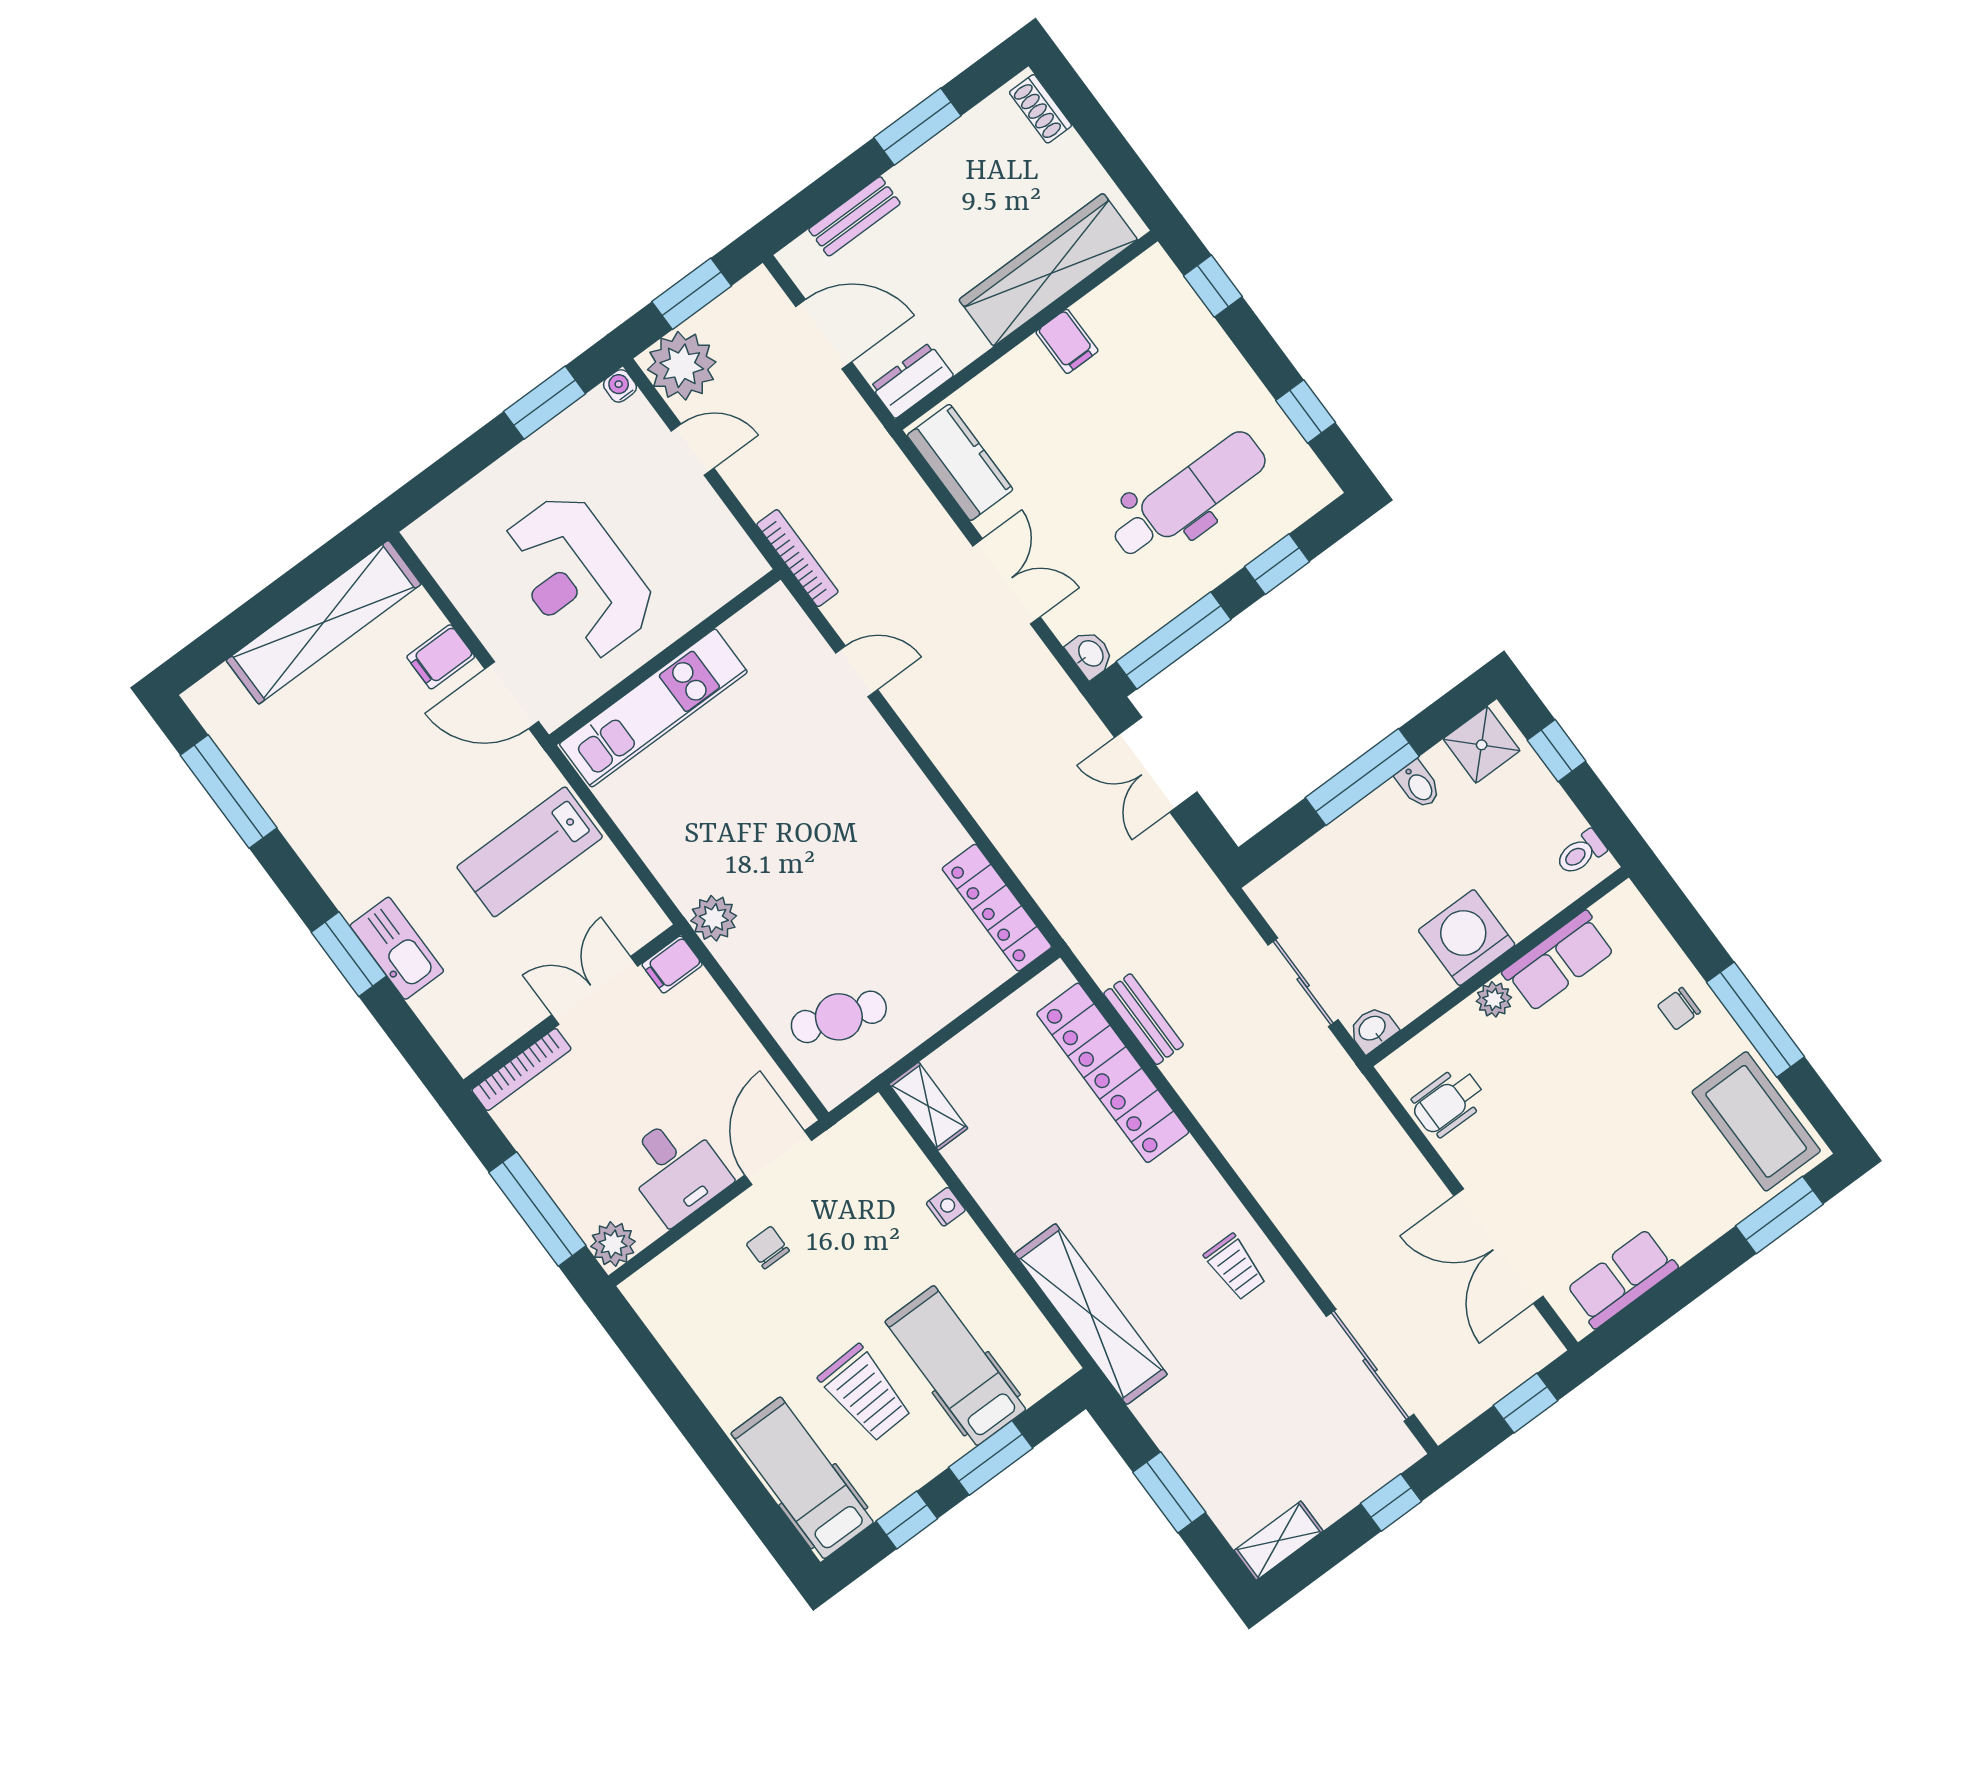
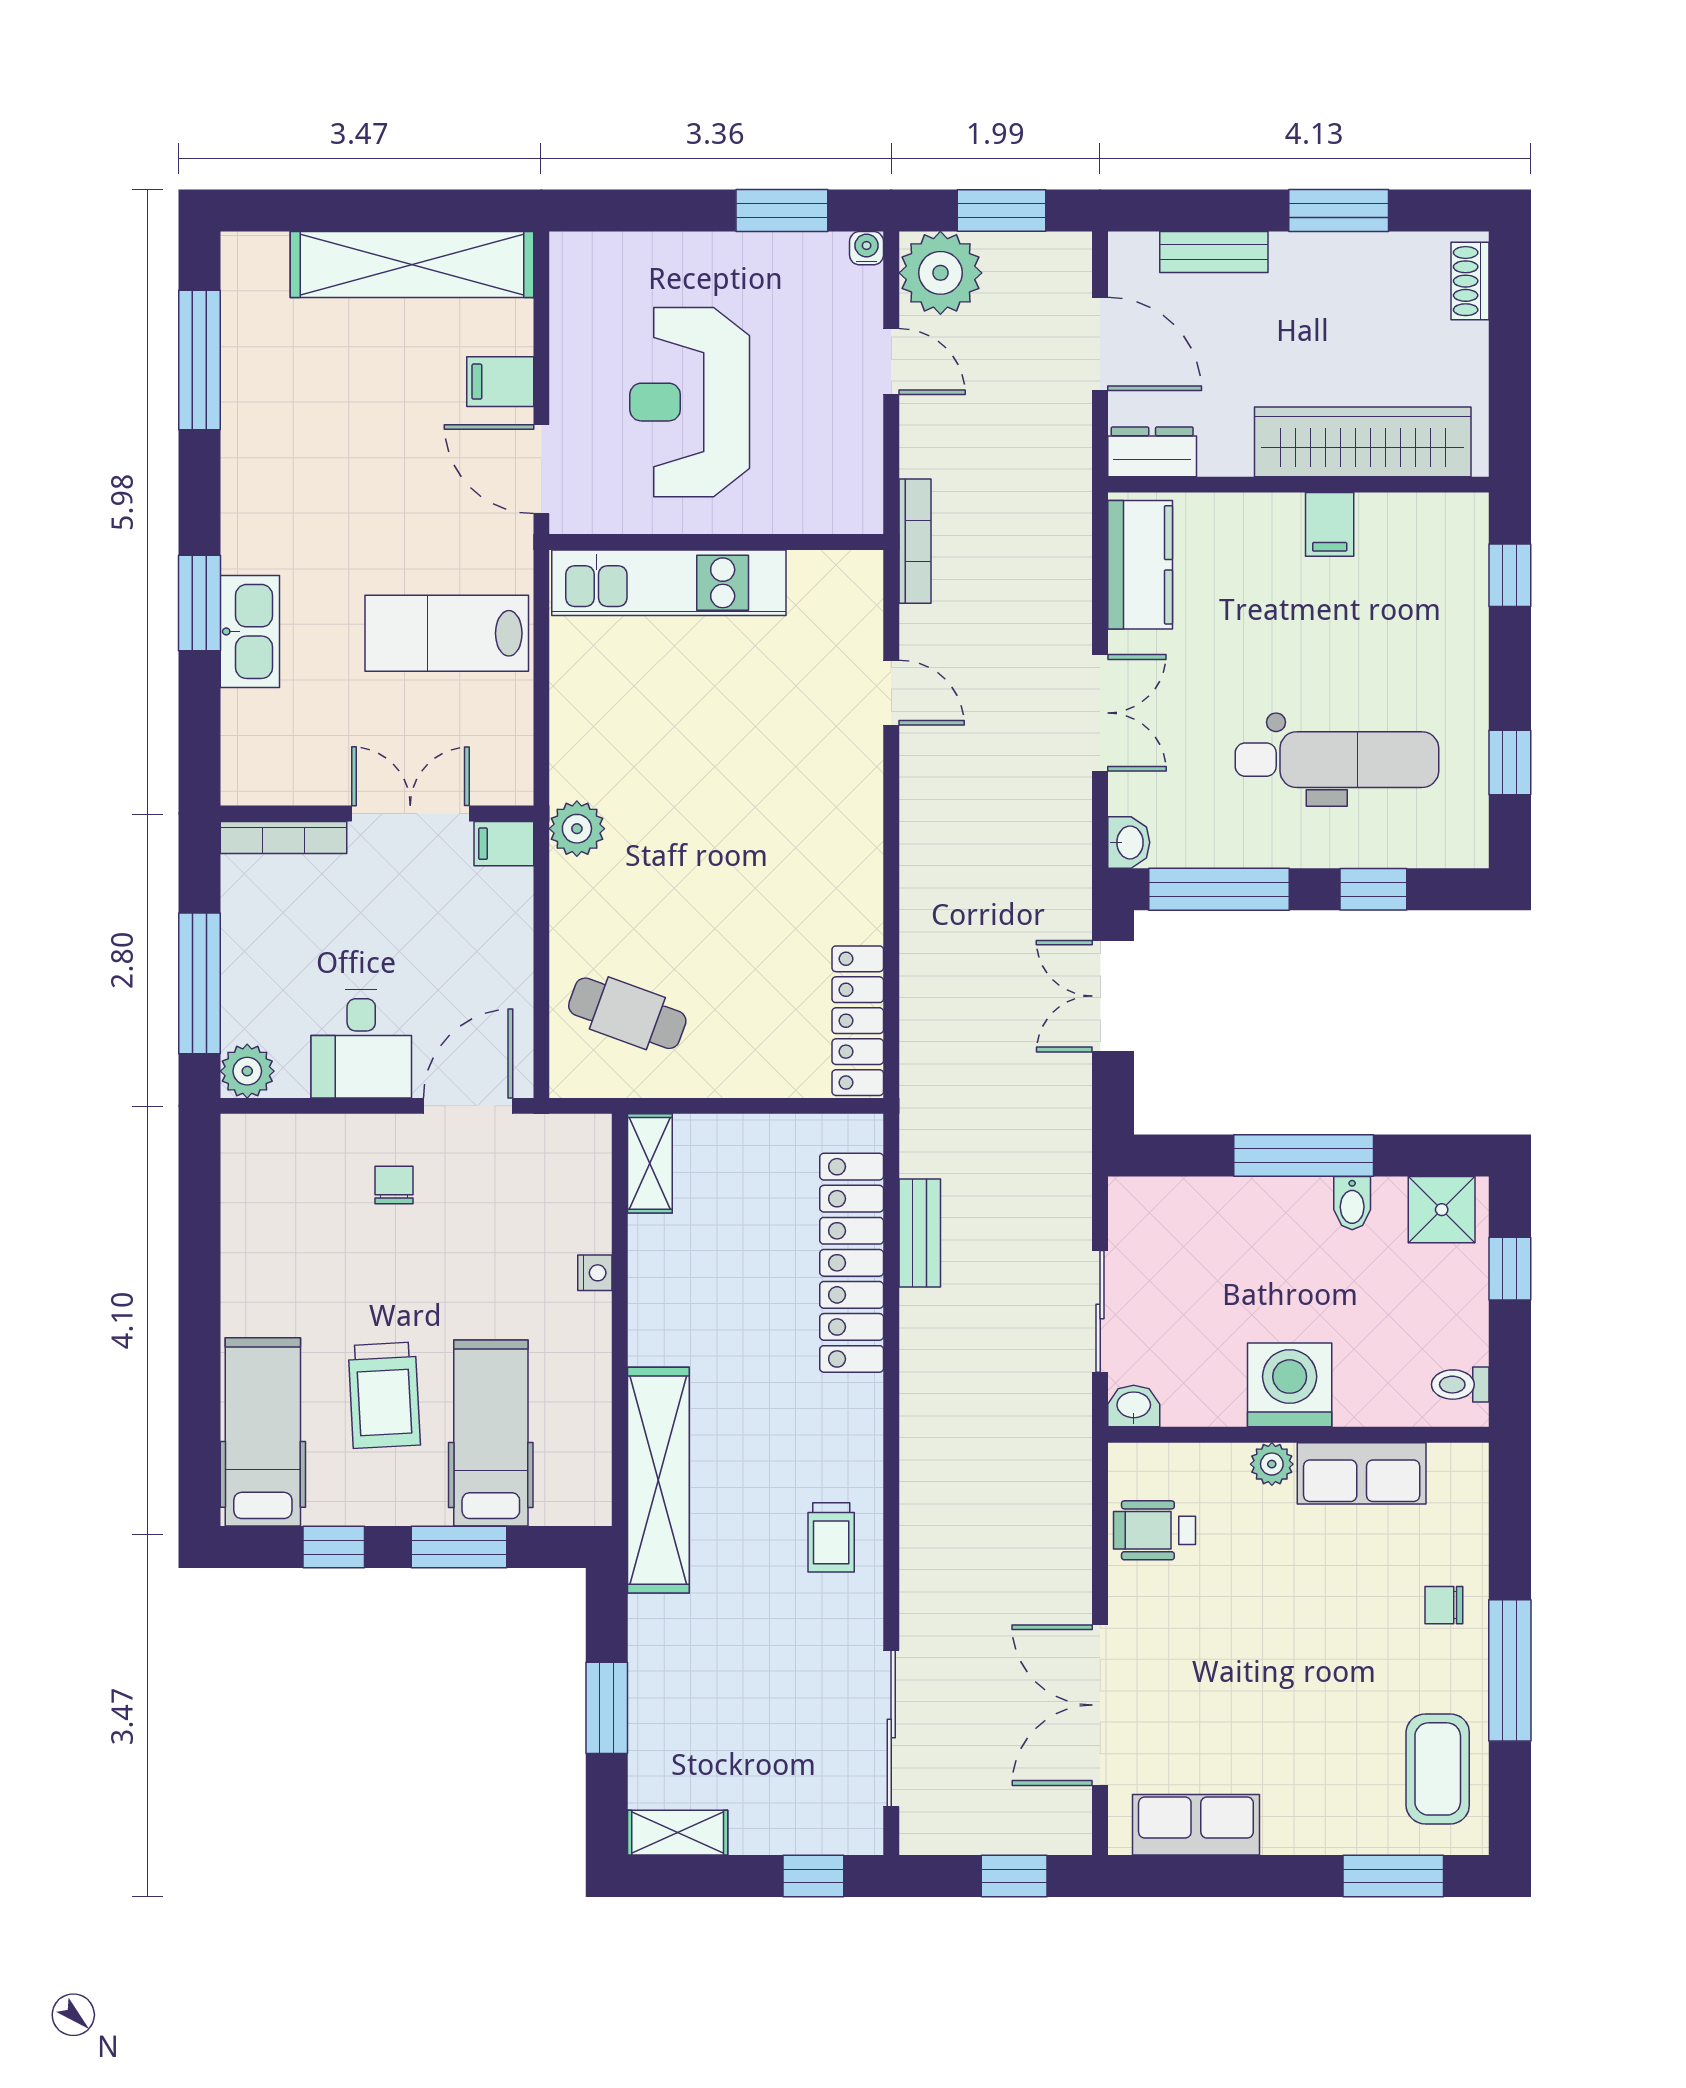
coffee table: (1756, 1121) -> (1438, 1769), width x0.73, depth x0.76

